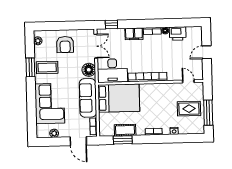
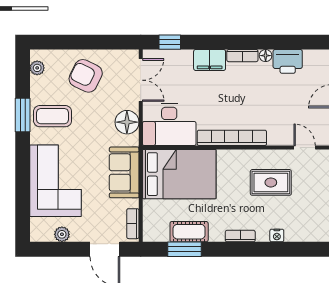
armchair: (65, 45) -> (86, 76), turned 116
sofa: (88, 98) -> (124, 172), width x0.73
rug: (189, 109) -> (271, 182), moved

